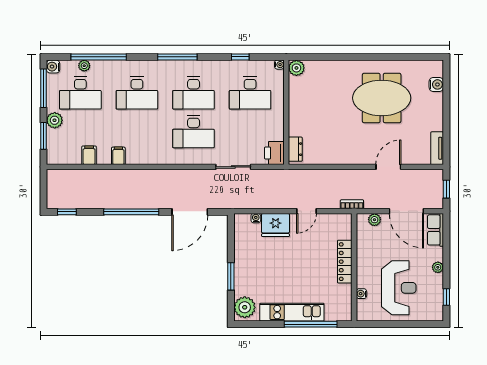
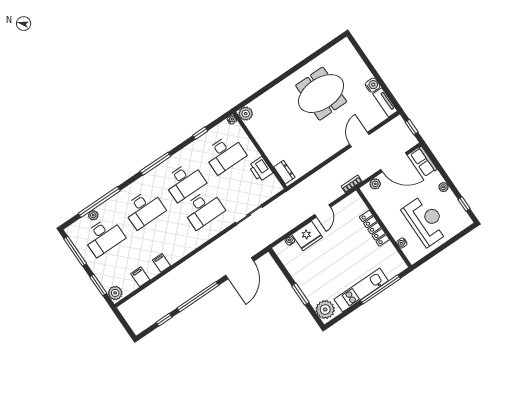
water cooler: (53, 67) -> (71, 231), removed
water cooler: (436, 84) -> (372, 85), moved
plant: (55, 120) -> (115, 293), moved
printer: (274, 153) -> (261, 169), moved
window: (67, 212) -> (164, 320), moved

